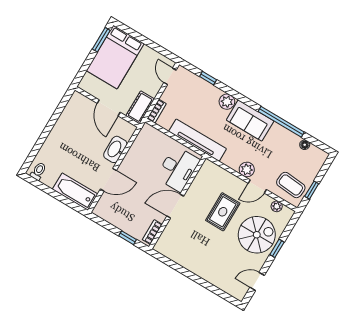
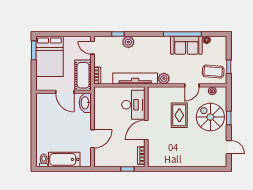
plant: (227, 102) -> (128, 42), moved
cot: (140, 107) -> (83, 75), width x1.37, depth x1.34
sofa: (250, 120) -> (186, 45), moved
washbasin: (115, 149) -> (85, 103), moved
plant: (247, 170) -> (164, 78), moved
bathtub: (75, 192) -> (64, 159), moved
spiral stairs: (257, 235) -> (210, 117), turned -90
door: (257, 281) -> (229, 147), swing flipped

